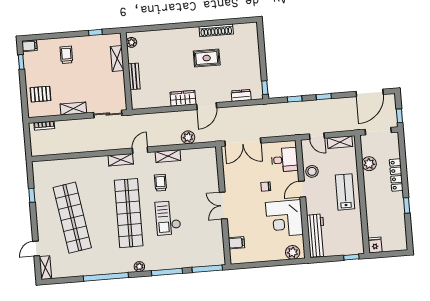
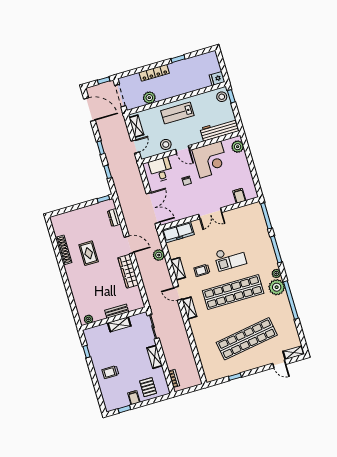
filing cabinet: (30, 46) -> (134, 398), moved
shelving: (117, 59) -> (119, 324), moved
wardrobe: (183, 98) -> (128, 271), width x1.50
freezer: (209, 165) -> (178, 232), added
stool: (353, 246) -> (222, 97), added
plant: (124, 264) -> (277, 287), added

